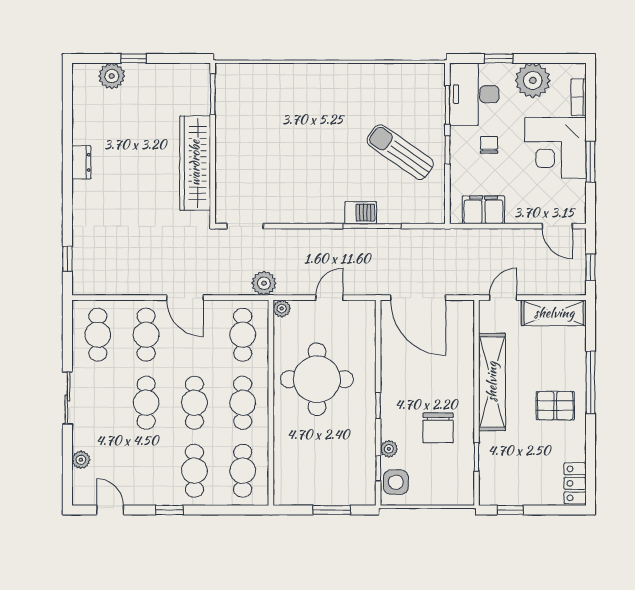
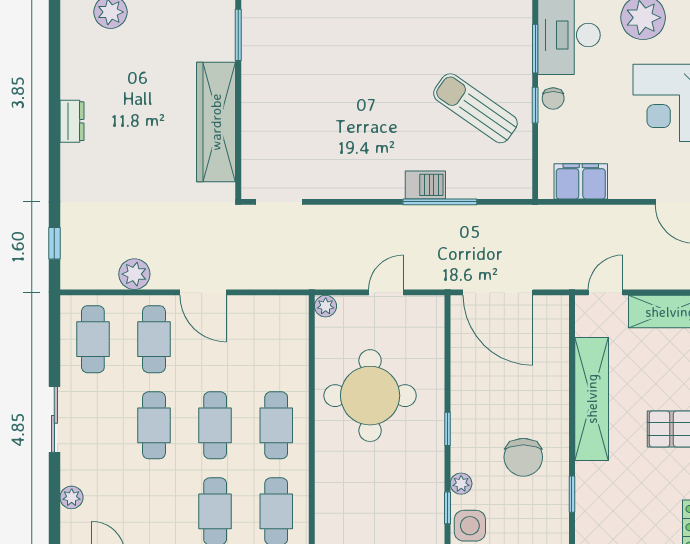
chair: (489, 145) -> (553, 98), moved, turned 180
plant: (264, 283) -> (134, 274), moved
cafe table: (243, 335) -> (276, 339), removed

